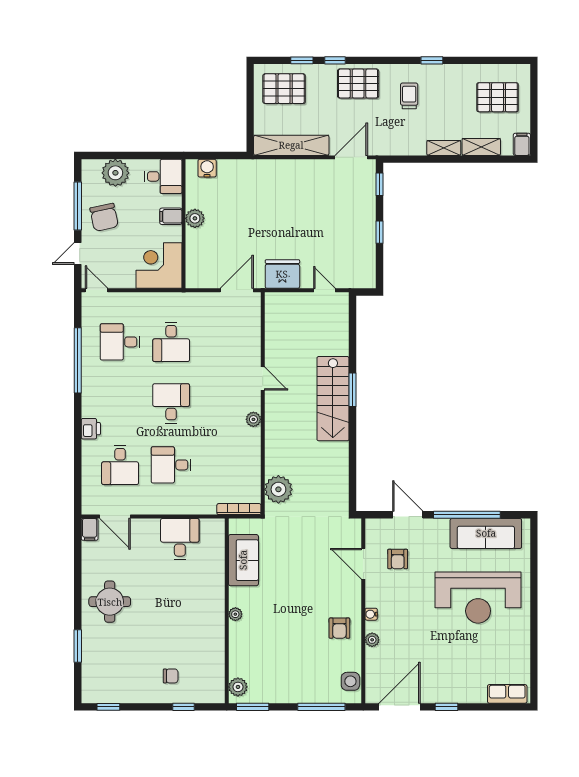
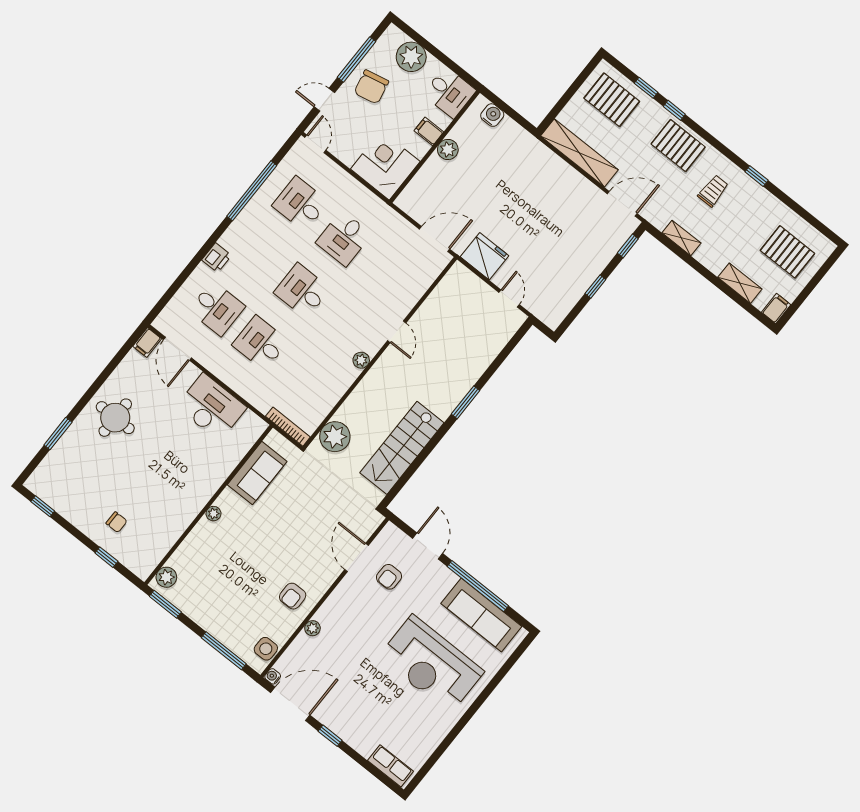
shelving: (444, 148) -> (681, 238), moved
stairs: (333, 399) -> (402, 448), moved
desk: (171, 403) -> (302, 291), turned -90
desk: (120, 465) -> (217, 308), turned -90
desk: (180, 539) -> (211, 407), width x1.37
water cooler: (371, 614) -> (273, 676), moved

